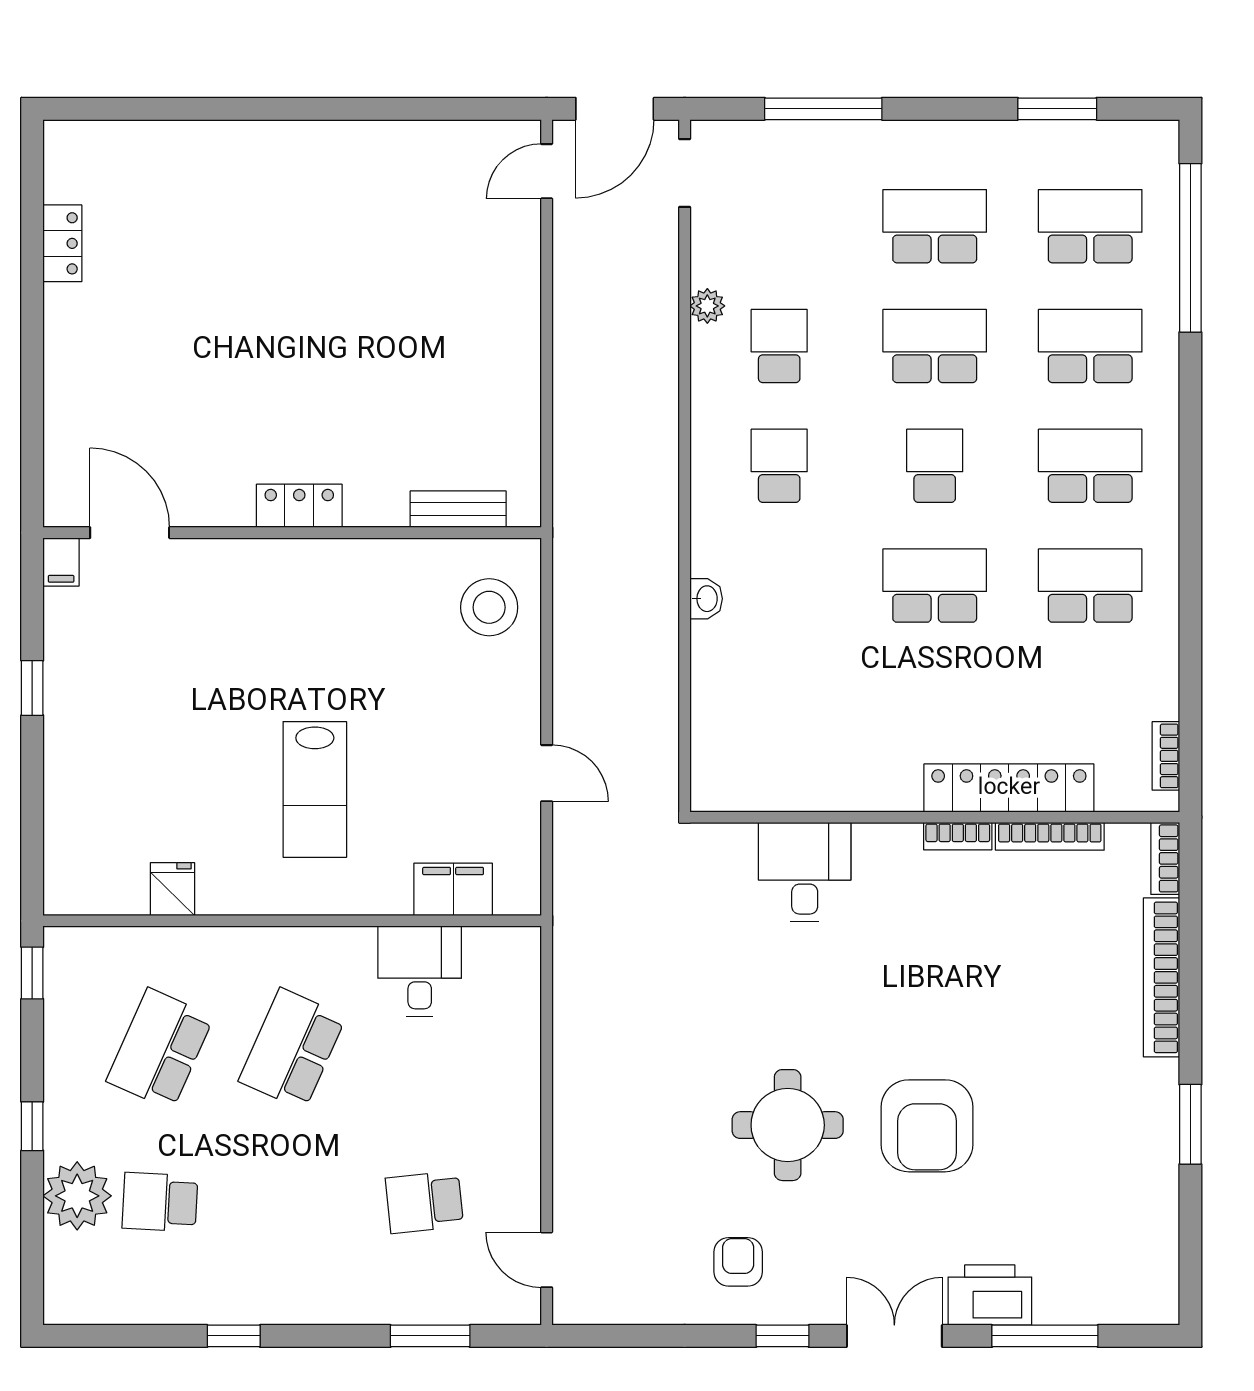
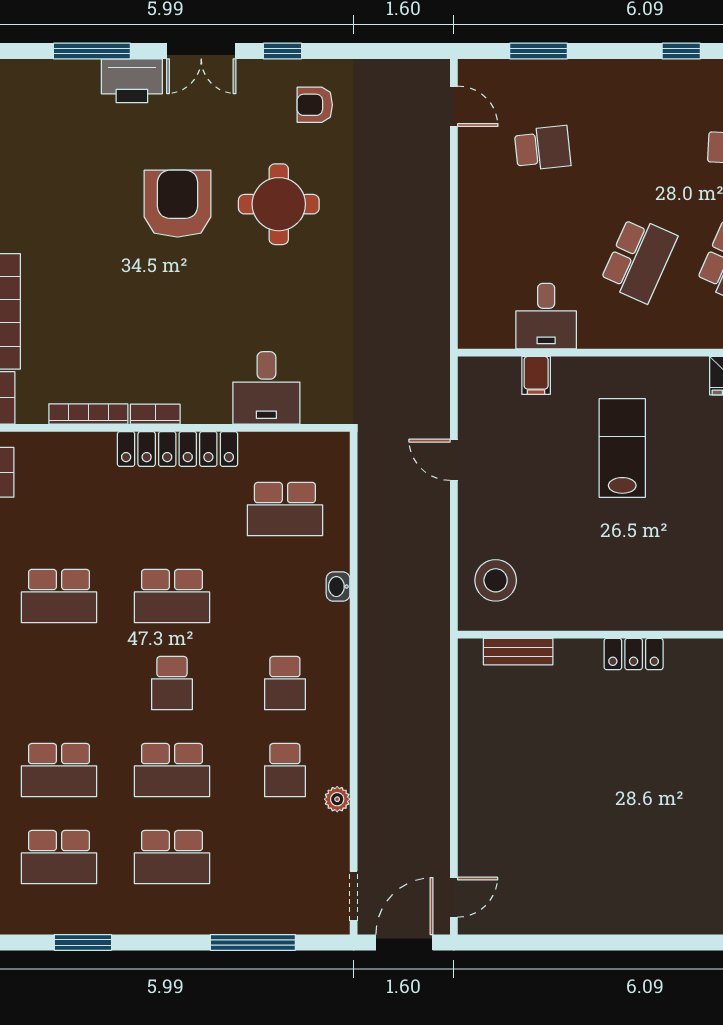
school desk: (1090, 466) -> (285, 509), moved
locker: (1009, 788) -> (177, 449), moved
filing cabinet: (453, 889) -> (536, 375), width x0.50
armchair: (738, 1262) -> (315, 105), turned 90

